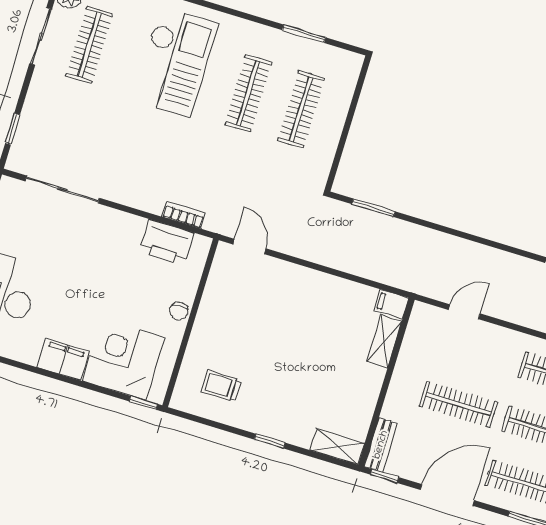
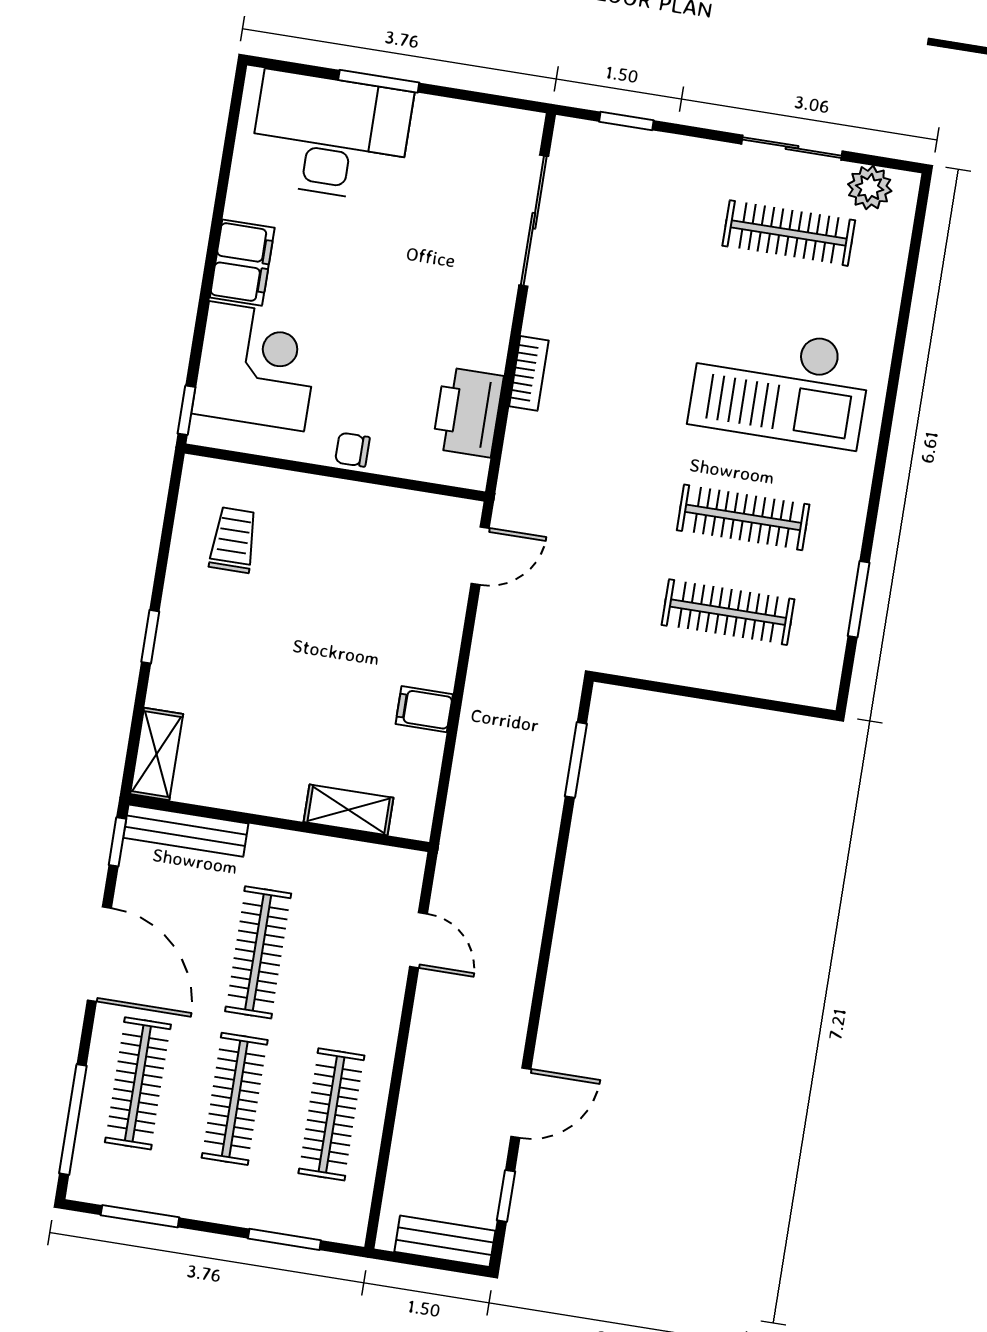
bookcase: (184, 215) -> (529, 373), moved
filing cabinet: (391, 304) -> (424, 709), moved, turned -90
bench: (381, 445) -> (186, 831), width x1.36

